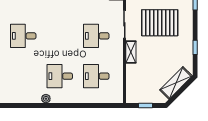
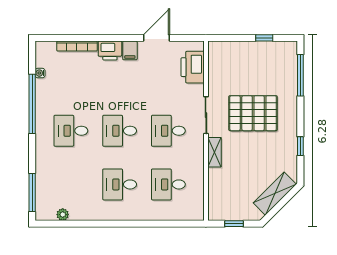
desk: (60, 36) -> (120, 131), added
plant: (46, 99) -> (63, 215), moved

